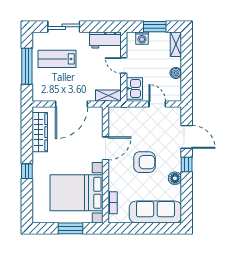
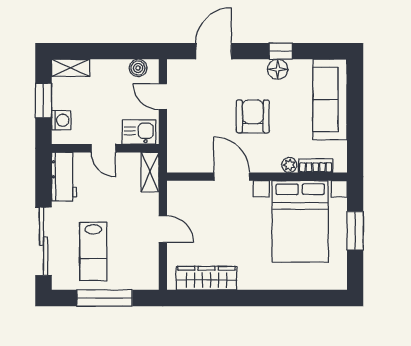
sliding door: (64, 27) -> (43, 241), width x1.37
door: (124, 65) -> (103, 148), hinge flipped
boiler: (176, 73) -> (138, 68), moved
door: (72, 104) -> (163, 229), width x0.53
door: (157, 104) -> (163, 97), hinge flipped
window: (187, 165) -> (281, 51), moved
window: (27, 171) -> (267, 298), removed
plant: (113, 186) -> (289, 165), added

